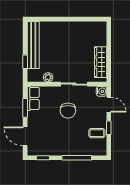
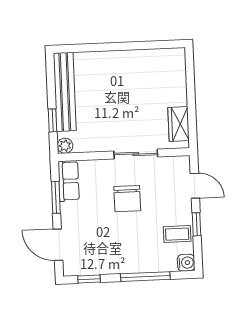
wardrobe: (101, 62) -> (179, 124), width x0.67
plant: (48, 77) -> (65, 146), moved
water cooler: (101, 91) -> (186, 263), moved

